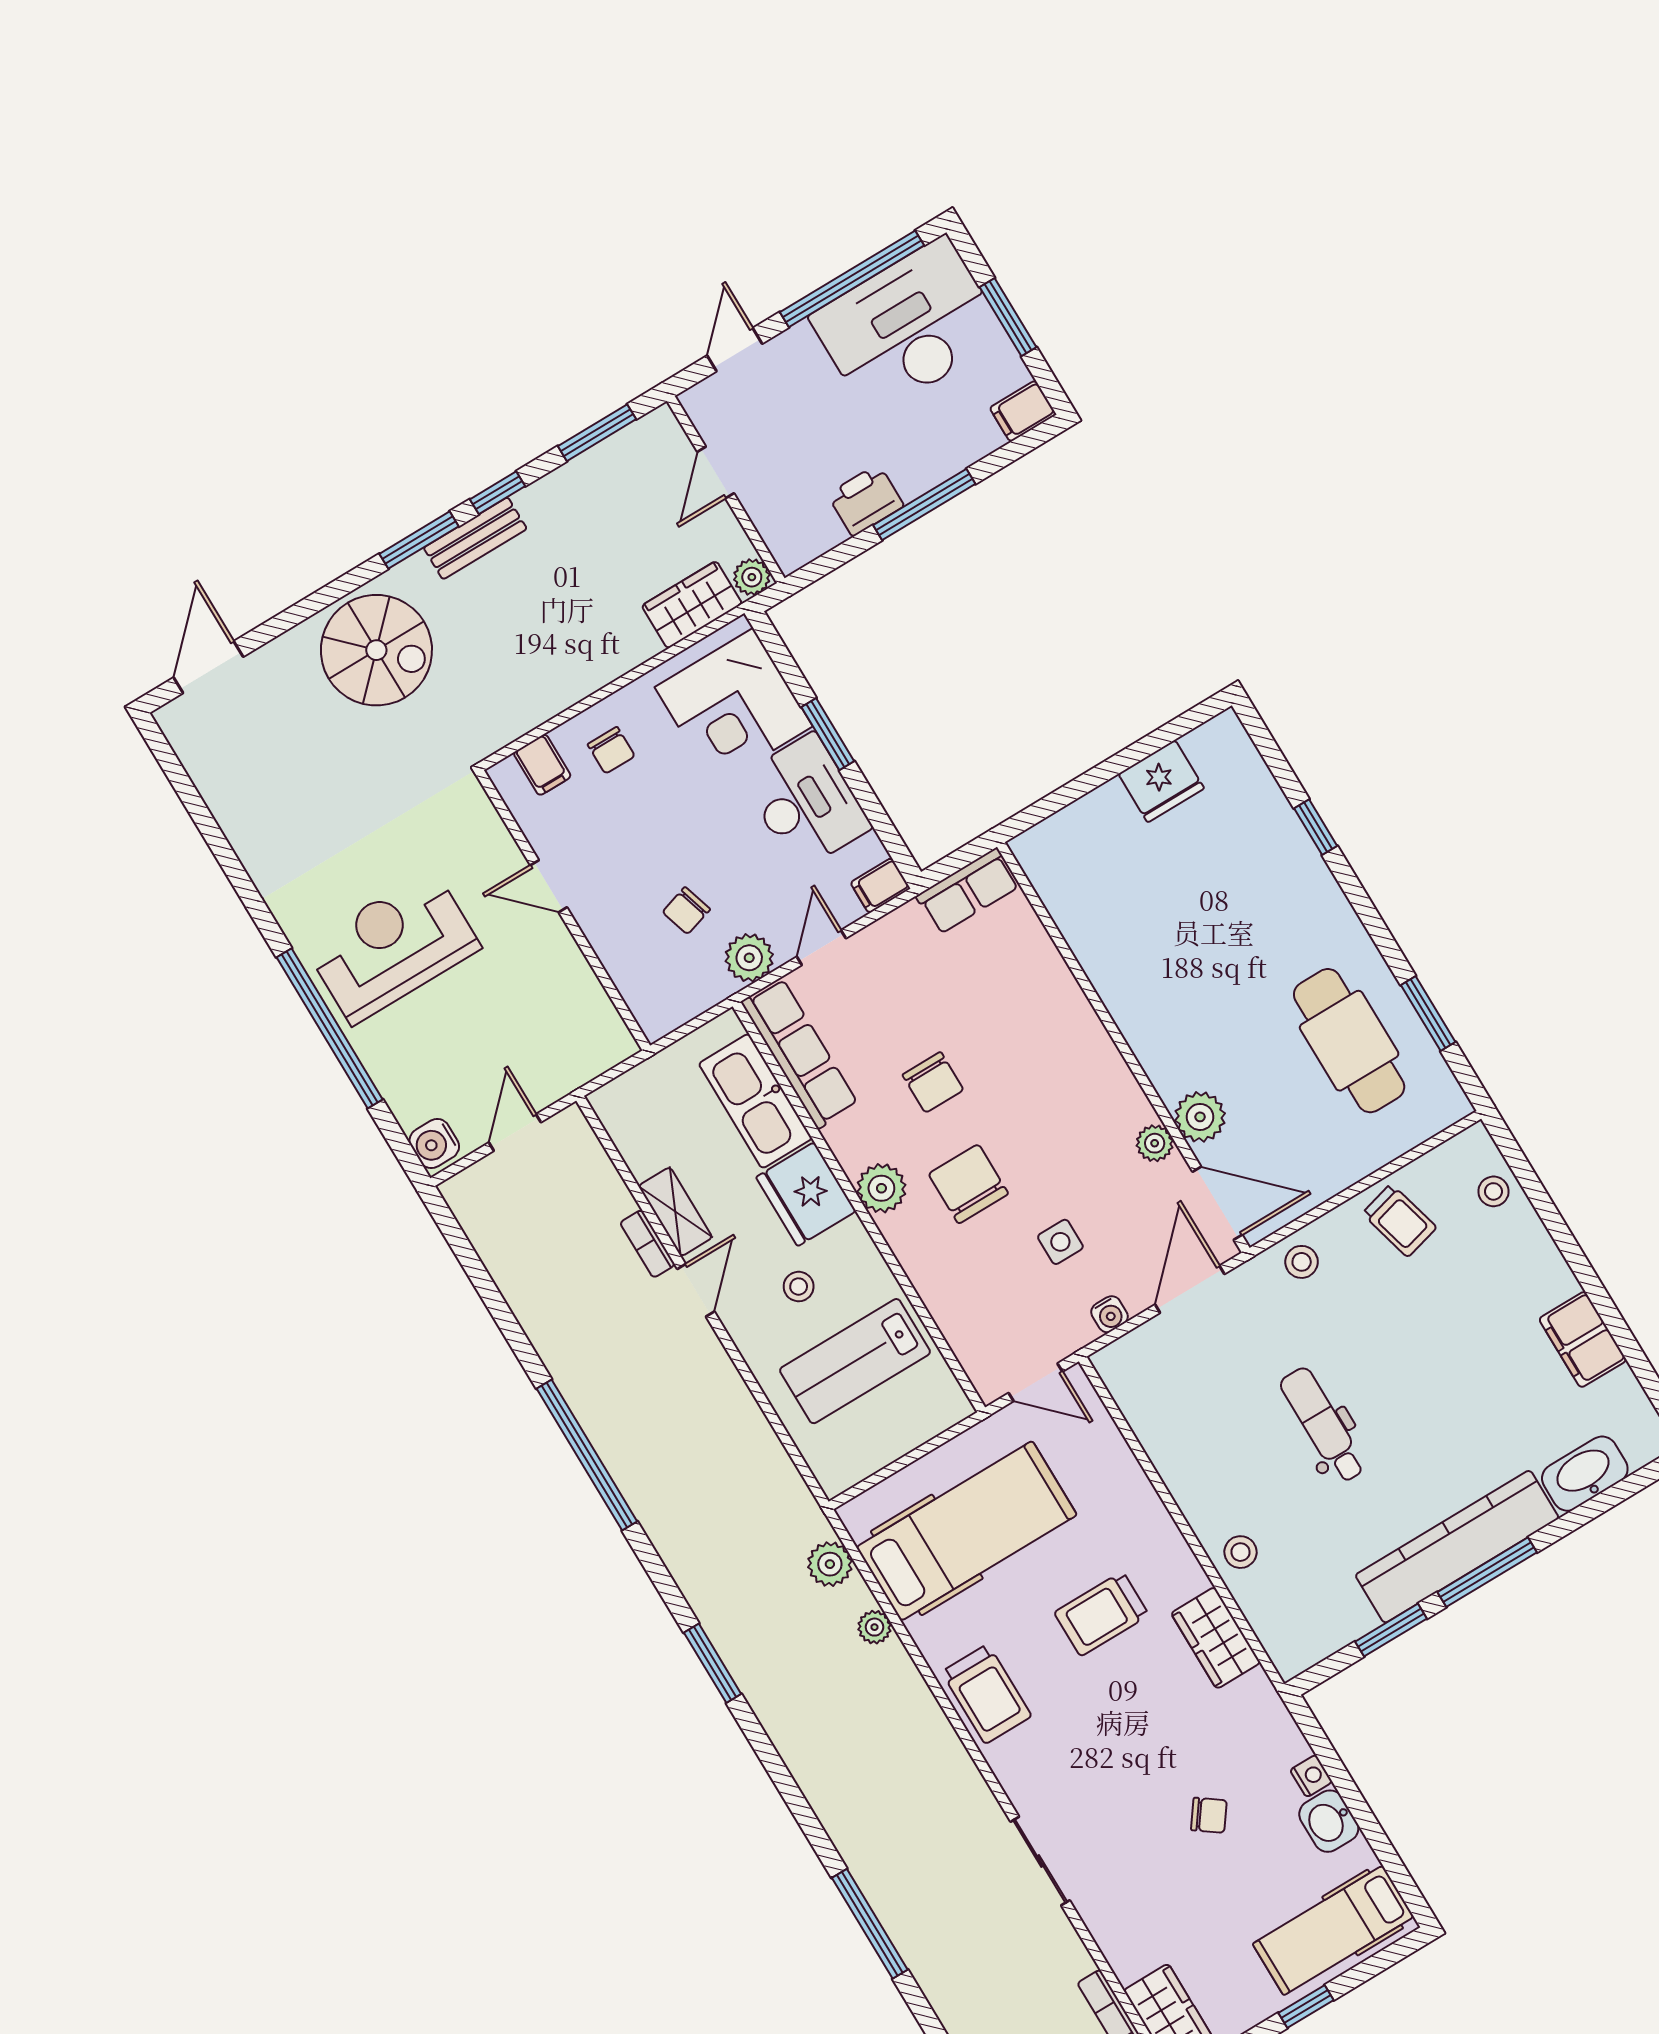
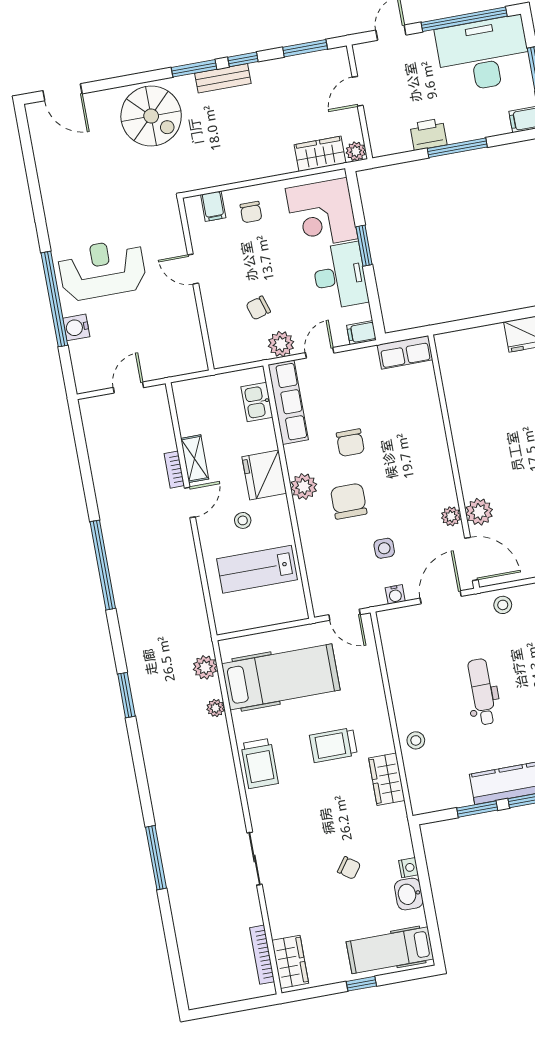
door: (208, 667) -> (63, 92), swing flipped
kitchen sink: (755, 1101) -> (257, 402), width x0.53, depth x0.81
water cooler: (434, 1144) -> (76, 327), moved

